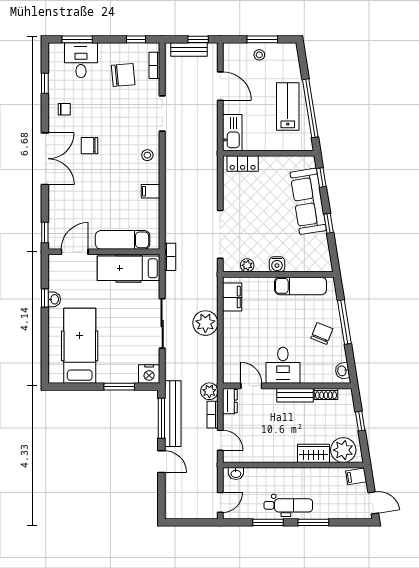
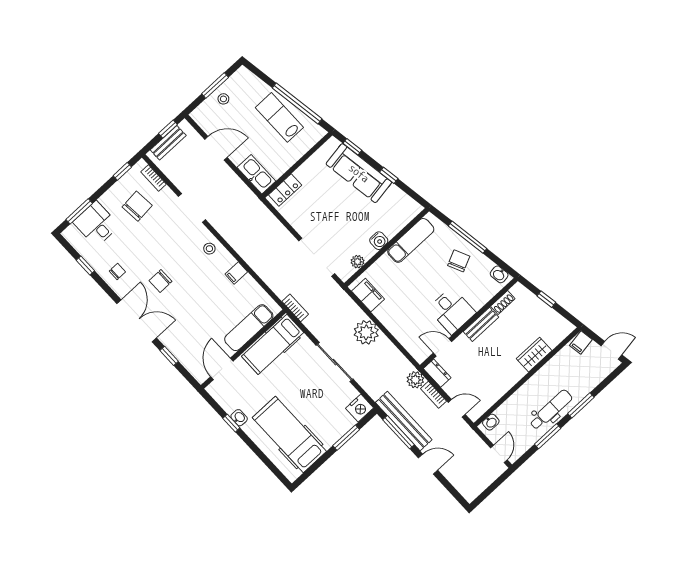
window: (45, 232) -> (169, 356), moved
chair: (322, 333) -> (459, 261), turned 43
plant: (343, 450) -> (554, 332), removed

